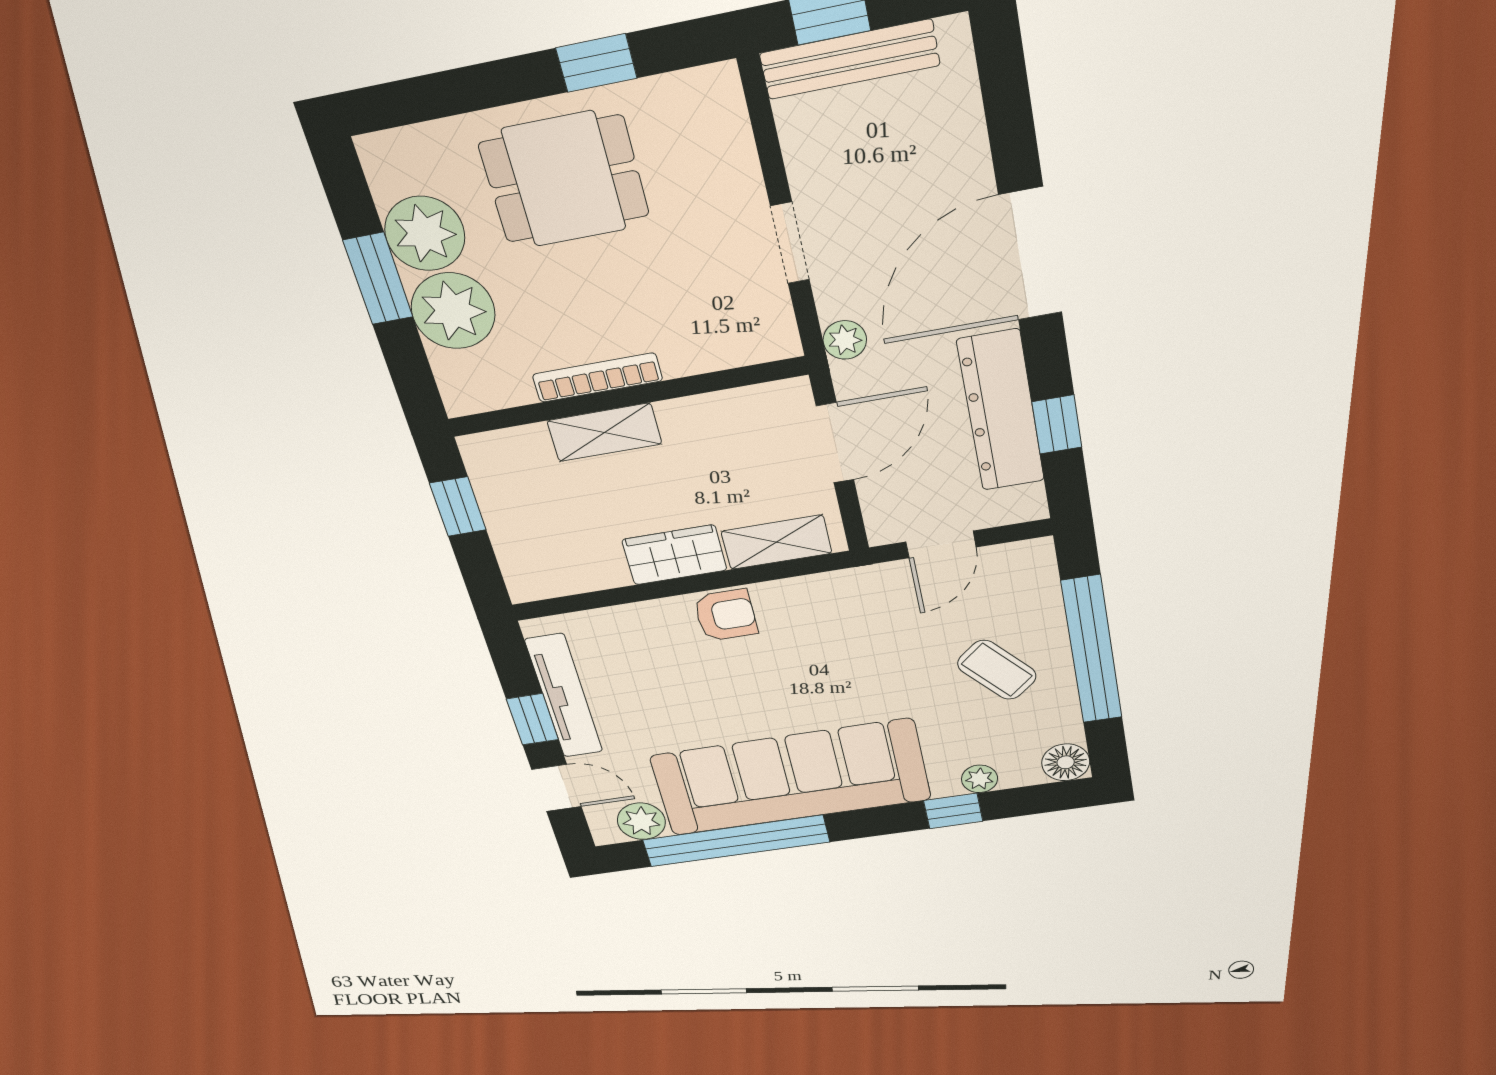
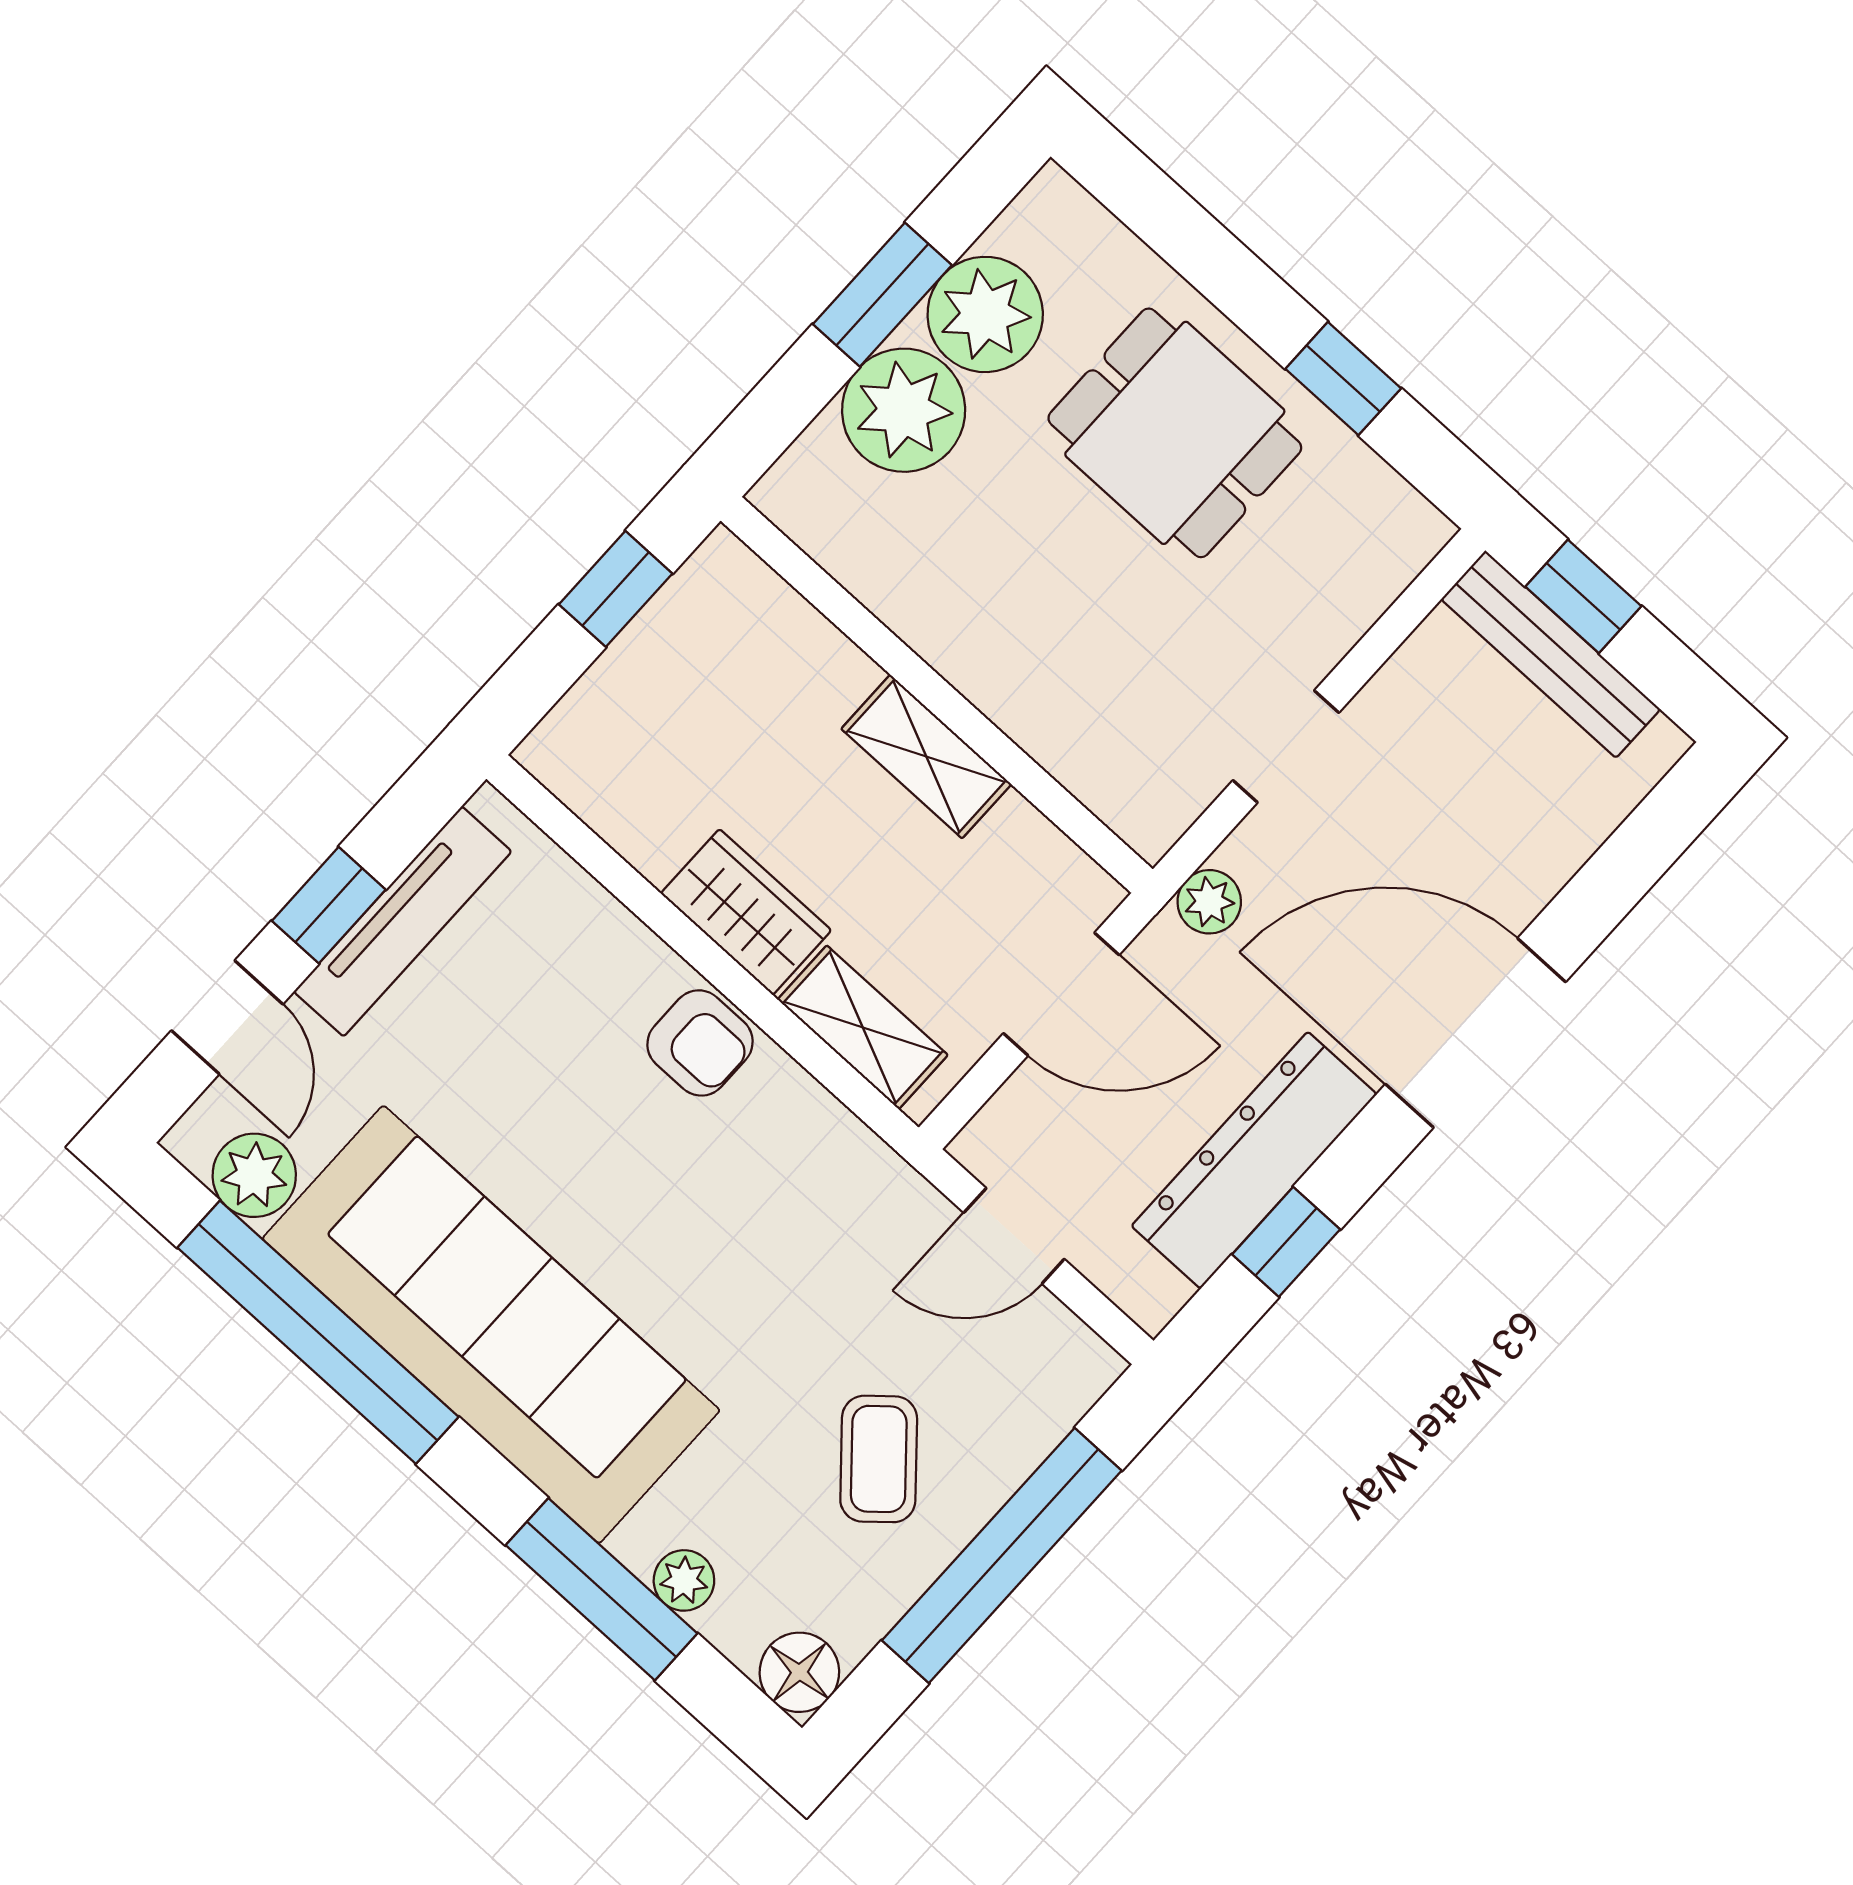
bookcase: (597, 378) -> (938, 642), removed
shelving: (604, 432) -> (926, 756), moved
window: (953, 811) -> (602, 1589), width x2.17

